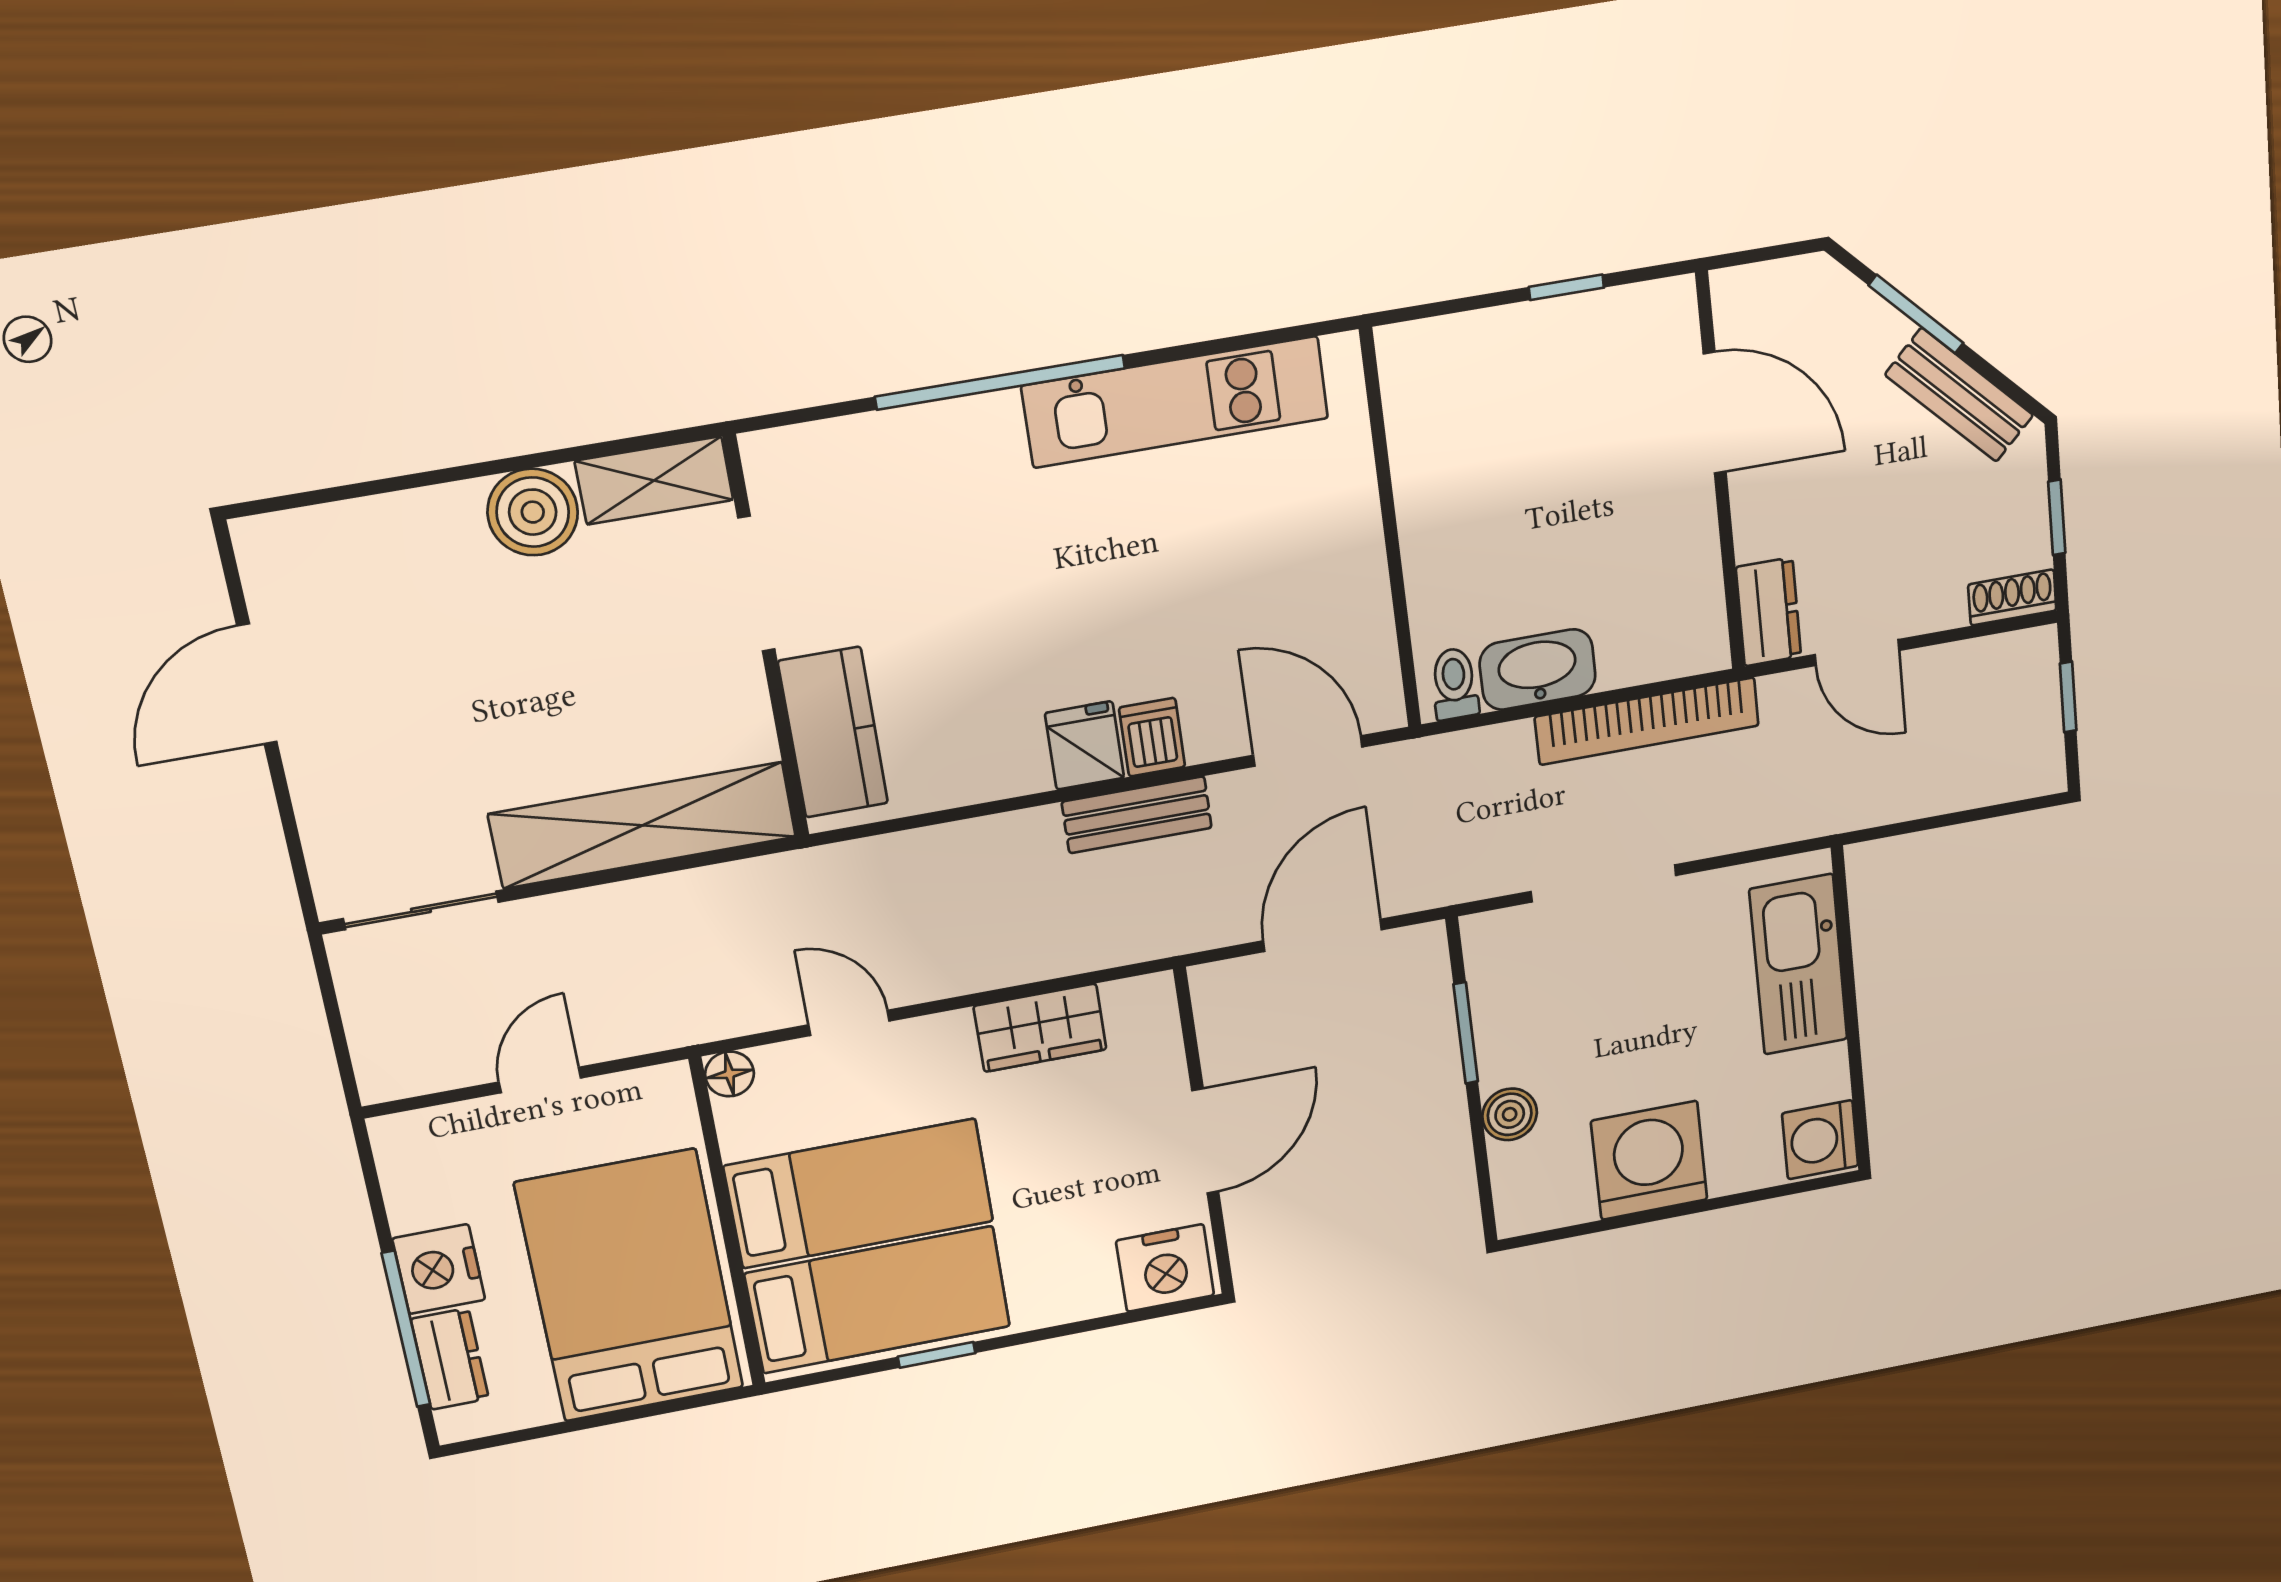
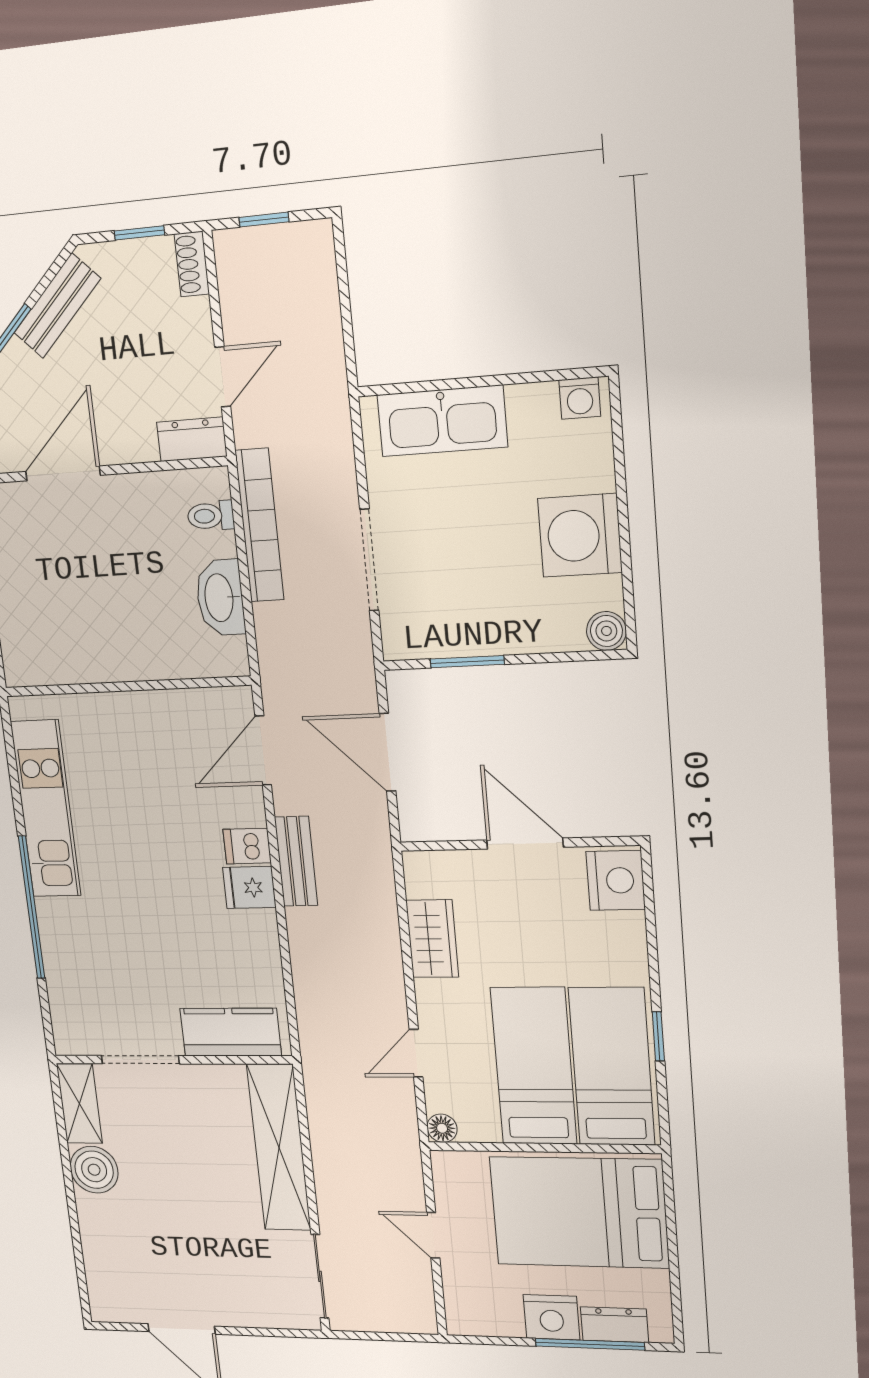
toilet: (1455, 684) -> (211, 516), moved
boiler: (1510, 1114) -> (606, 631), moved
washing machine: (1820, 1140) -> (580, 398), width x0.73, depth x0.73

